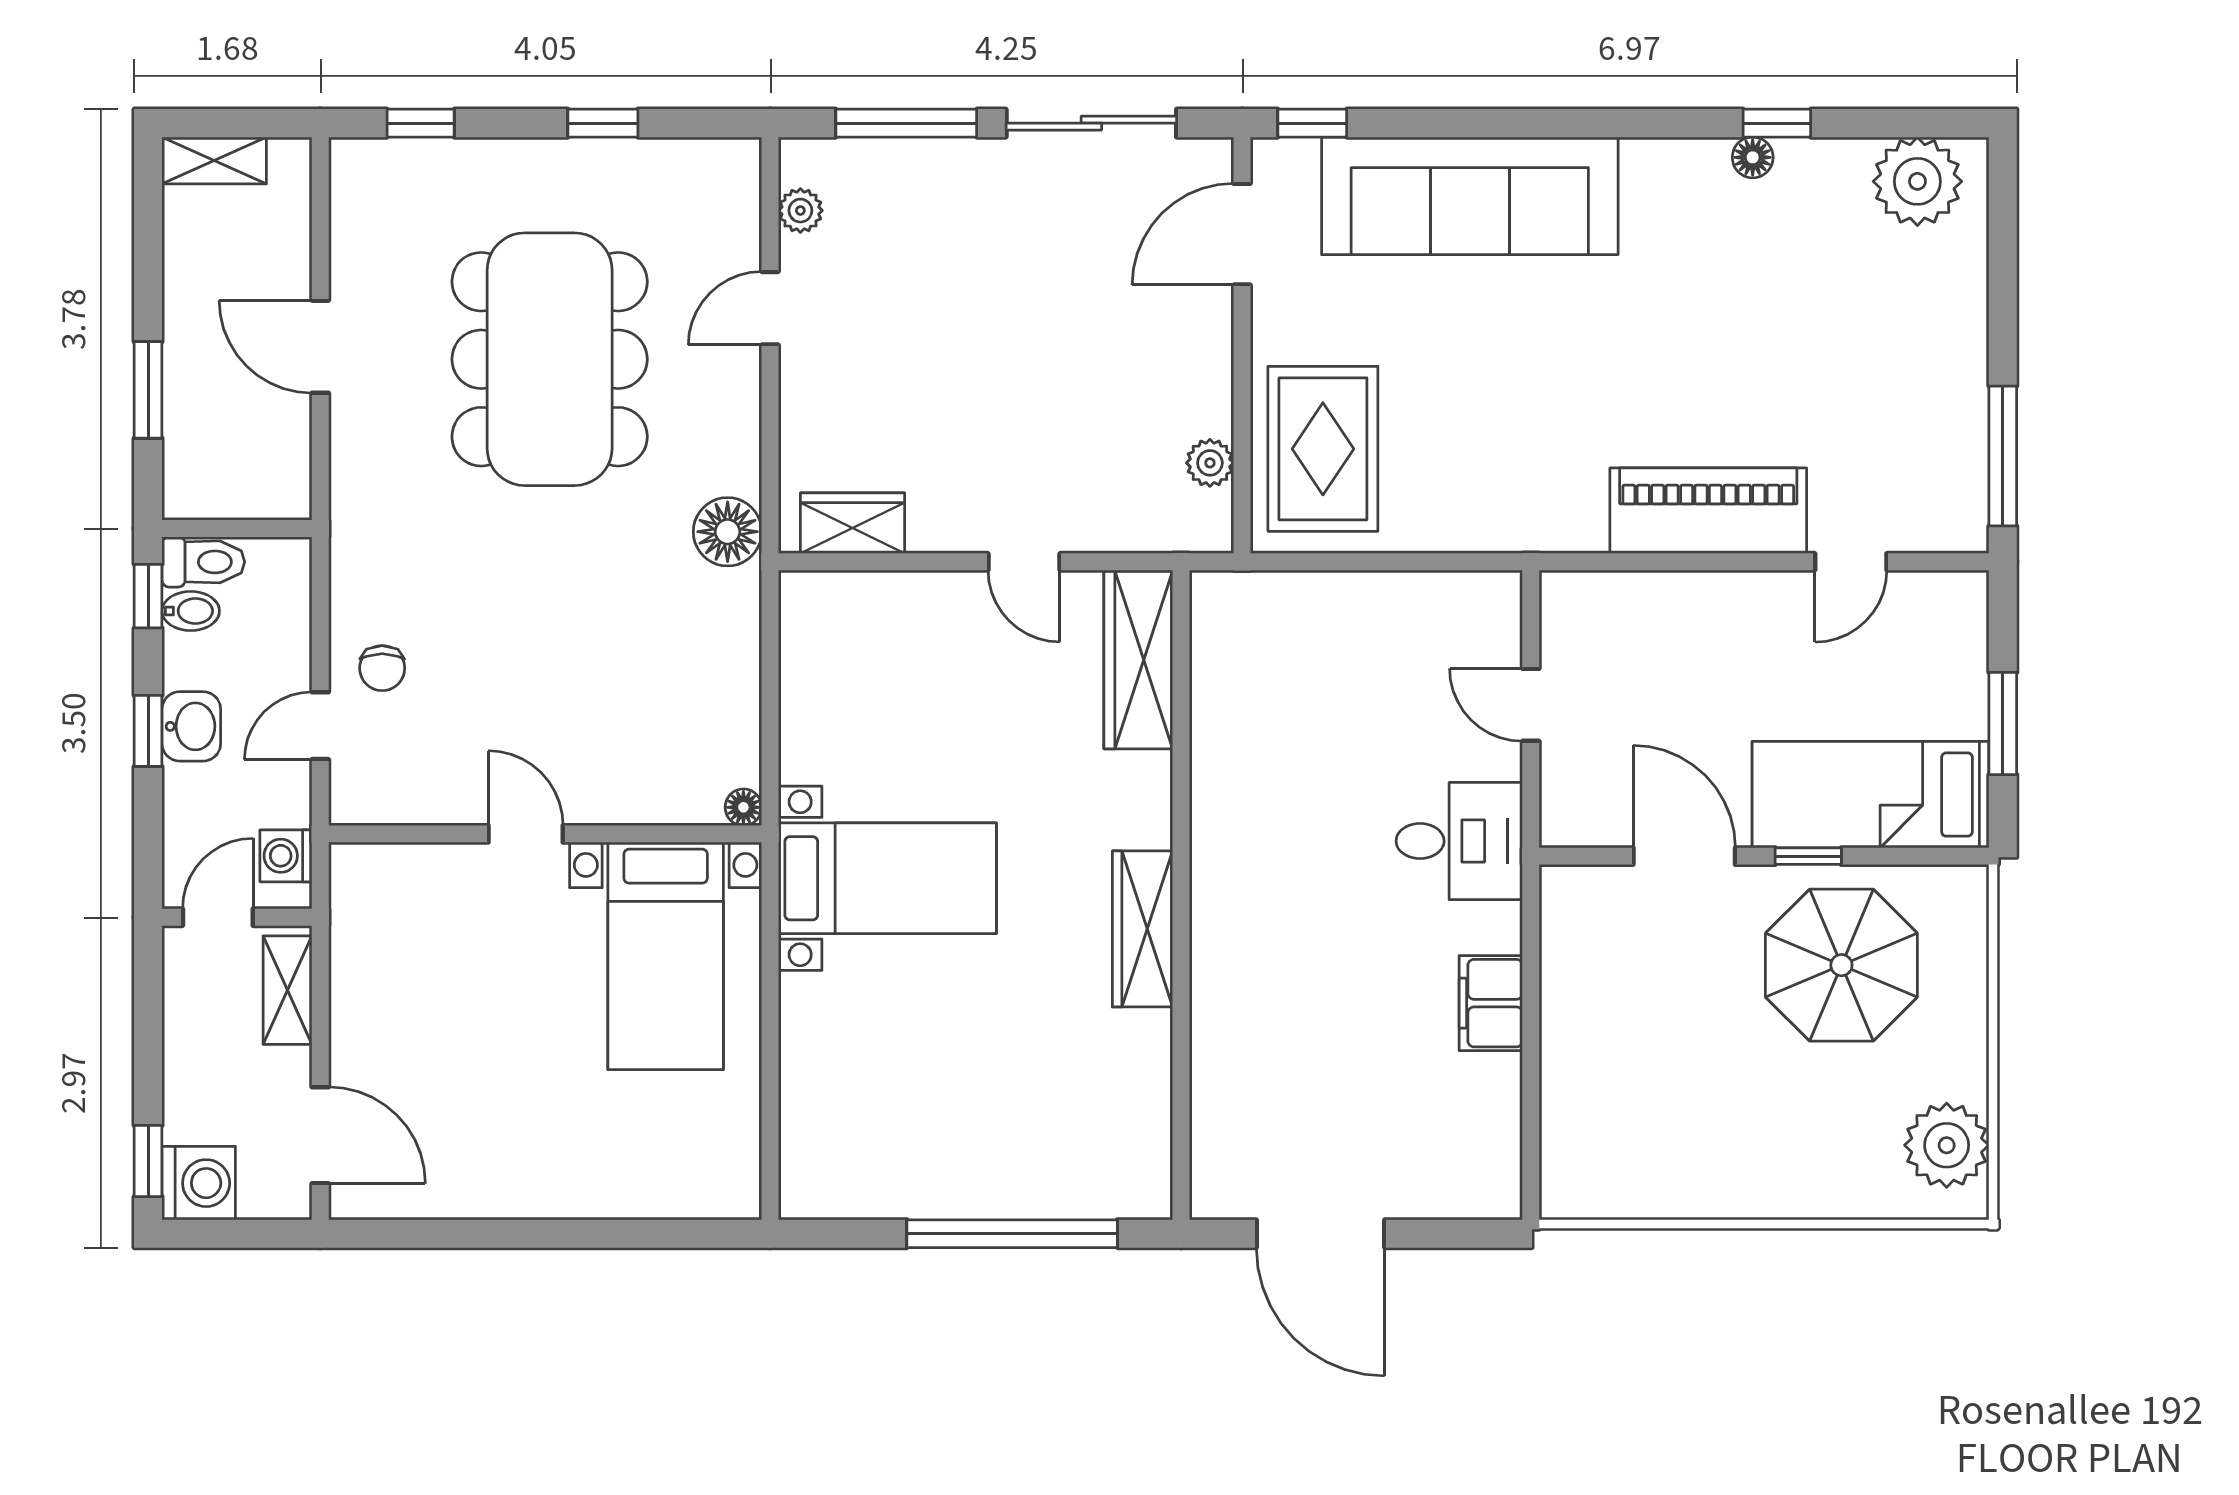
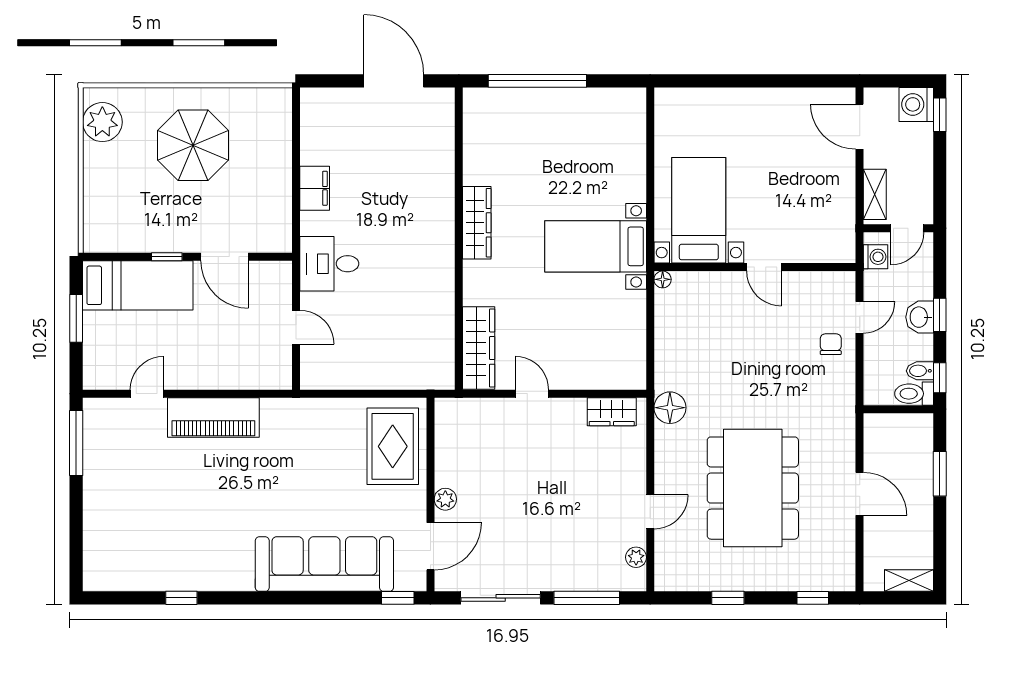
floor lamp: (1753, 157) -> (193, 582), removed
plant: (1917, 181) -> (116, 571), removed
plant: (1210, 463) -> (445, 499), moved
parasol: (1841, 965) -> (193, 145), moved

